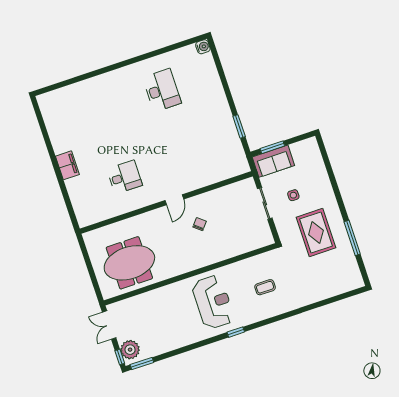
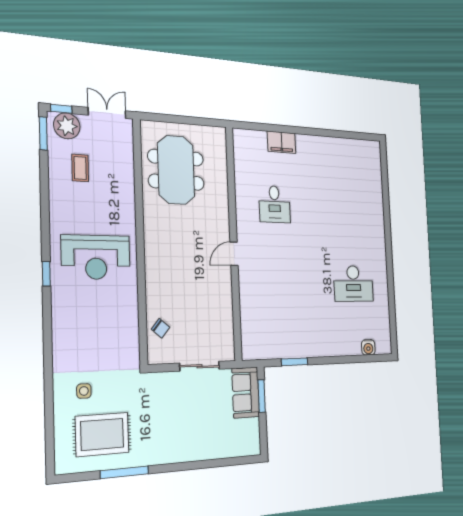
water cooler: (203, 47) -> (368, 347), moved
filing cabinet: (67, 165) -> (281, 142), moved
side table: (293, 195) -> (84, 391), moved
door: (174, 200) -> (234, 254), hinge flipped
chair: (200, 224) -> (161, 328), moved
rug: (316, 233) -> (102, 434), moved
coffee table: (265, 287) -> (80, 168), moved

